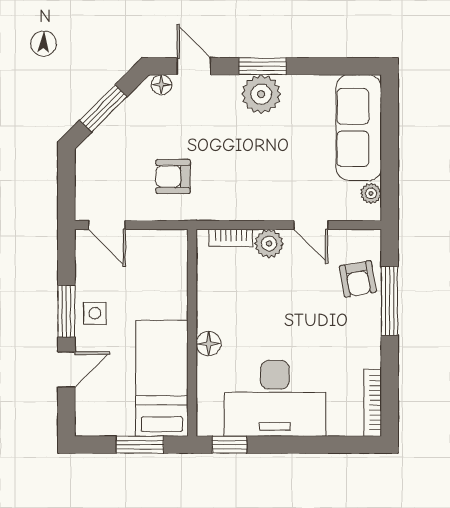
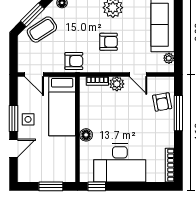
coffee table: (122, 137) -> (42, 30), added
armchair: (253, 161) -> (109, 42), added
armchair: (173, 176) -> (74, 61), moved, turned 180
bed: (162, 378) -> (62, 106), moved, turned 180

